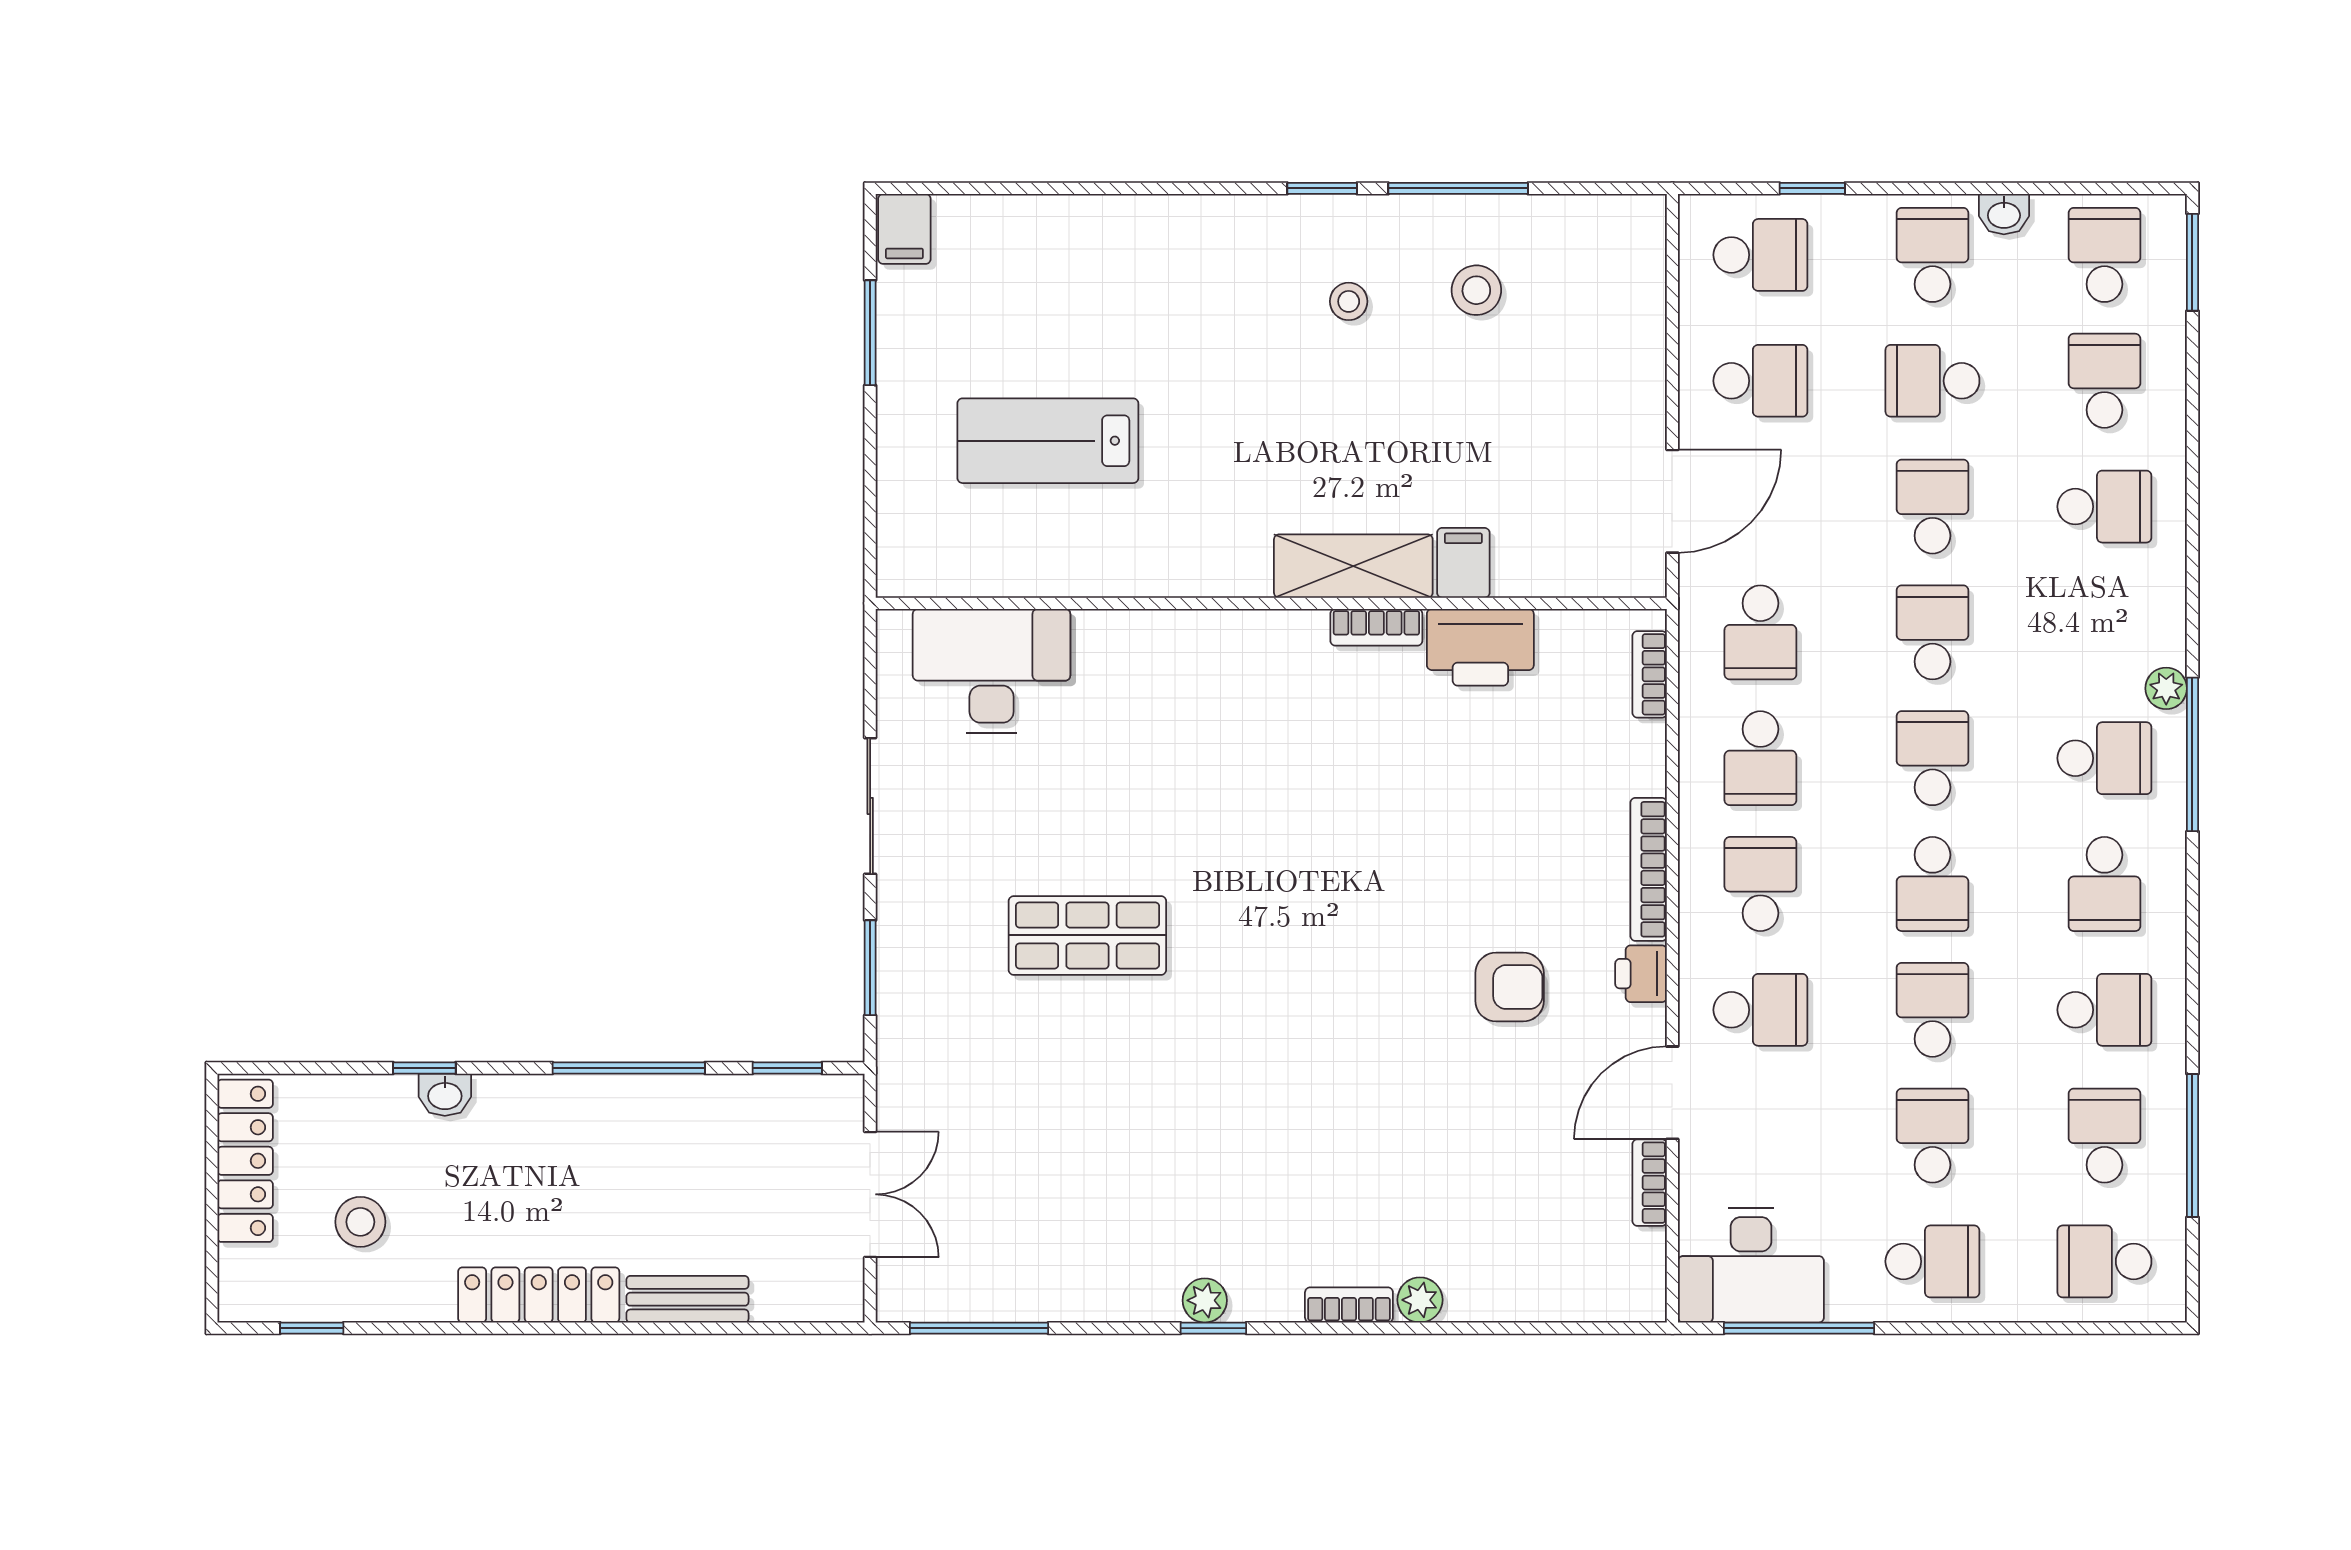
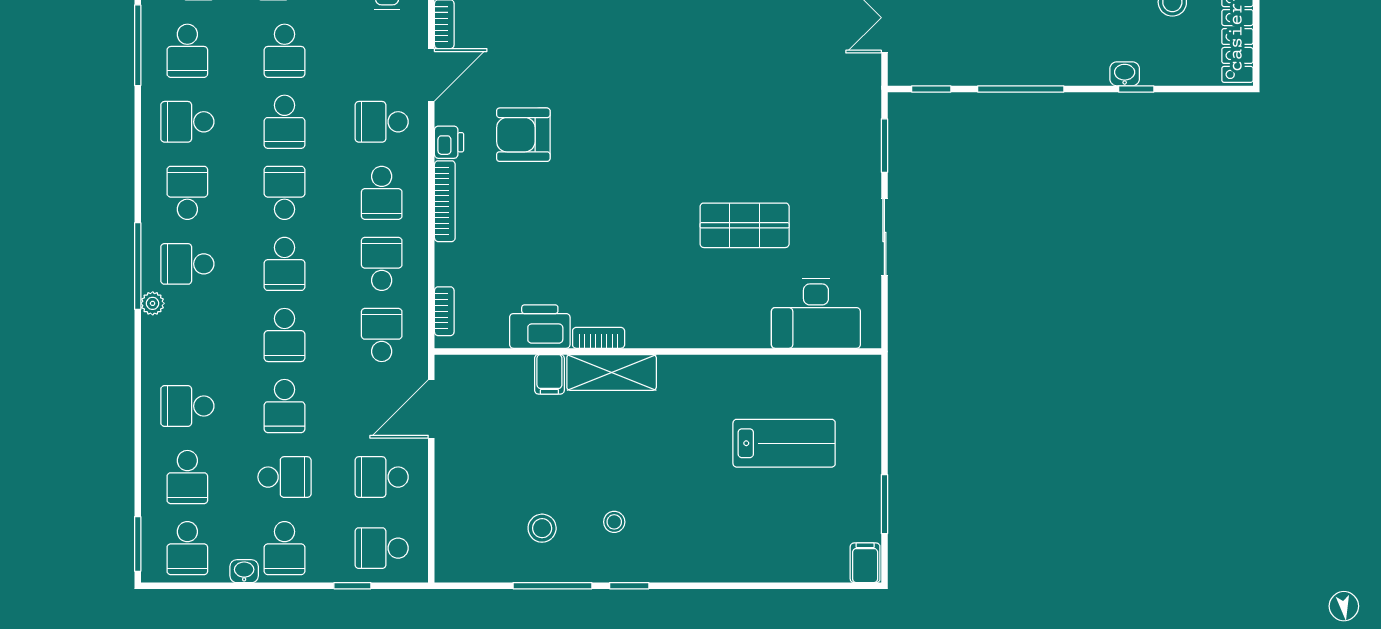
shop shelf: (1087, 935) -> (745, 225), moved
armchair: (1510, 987) -> (523, 135), width x1.38, depth x1.38

